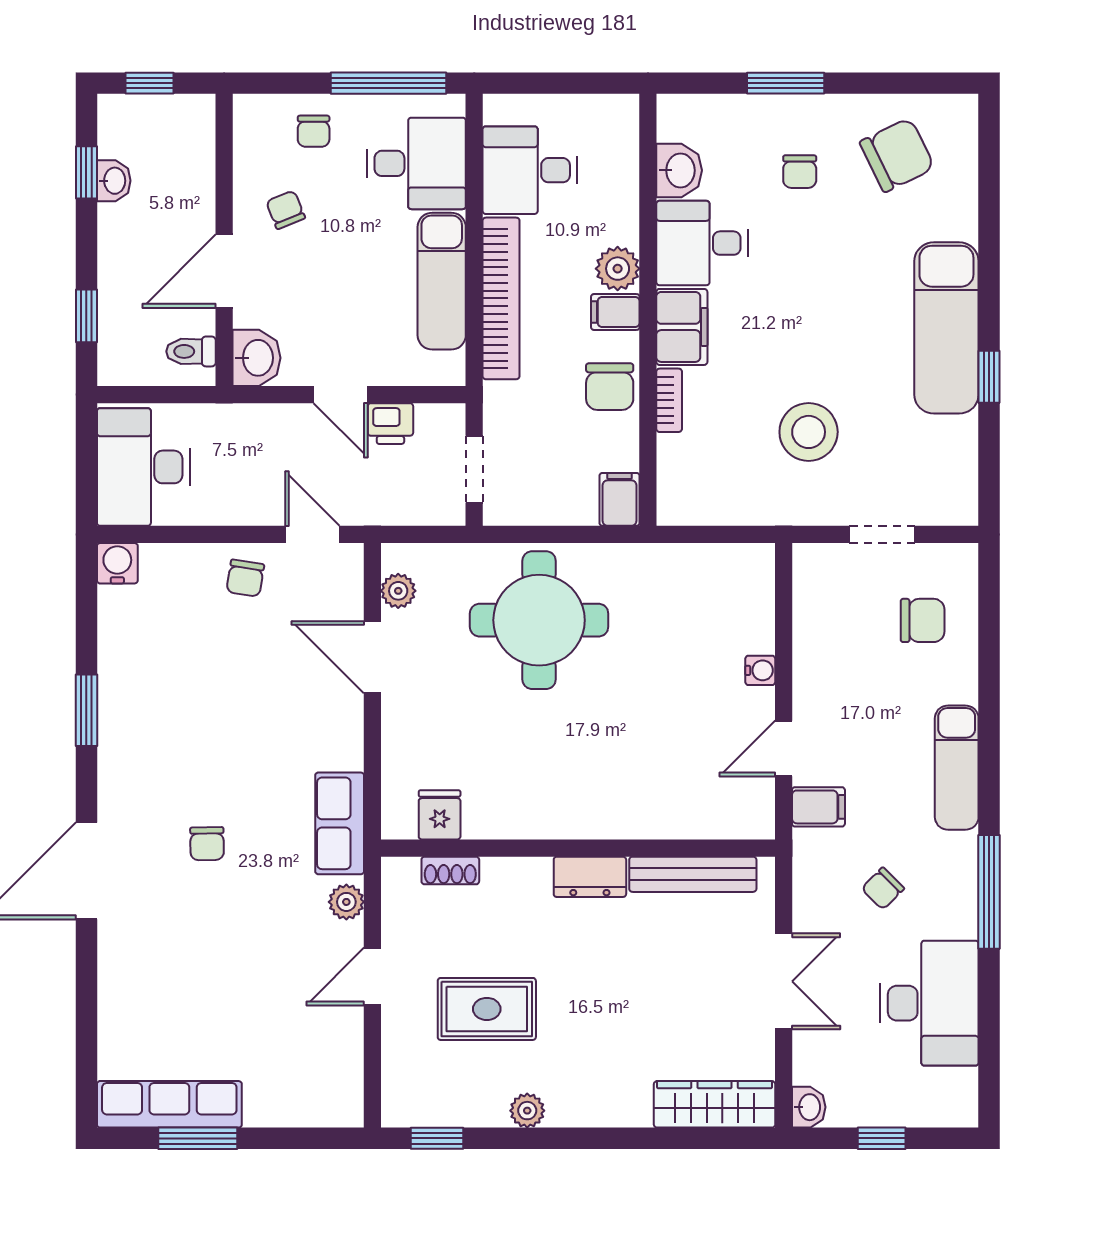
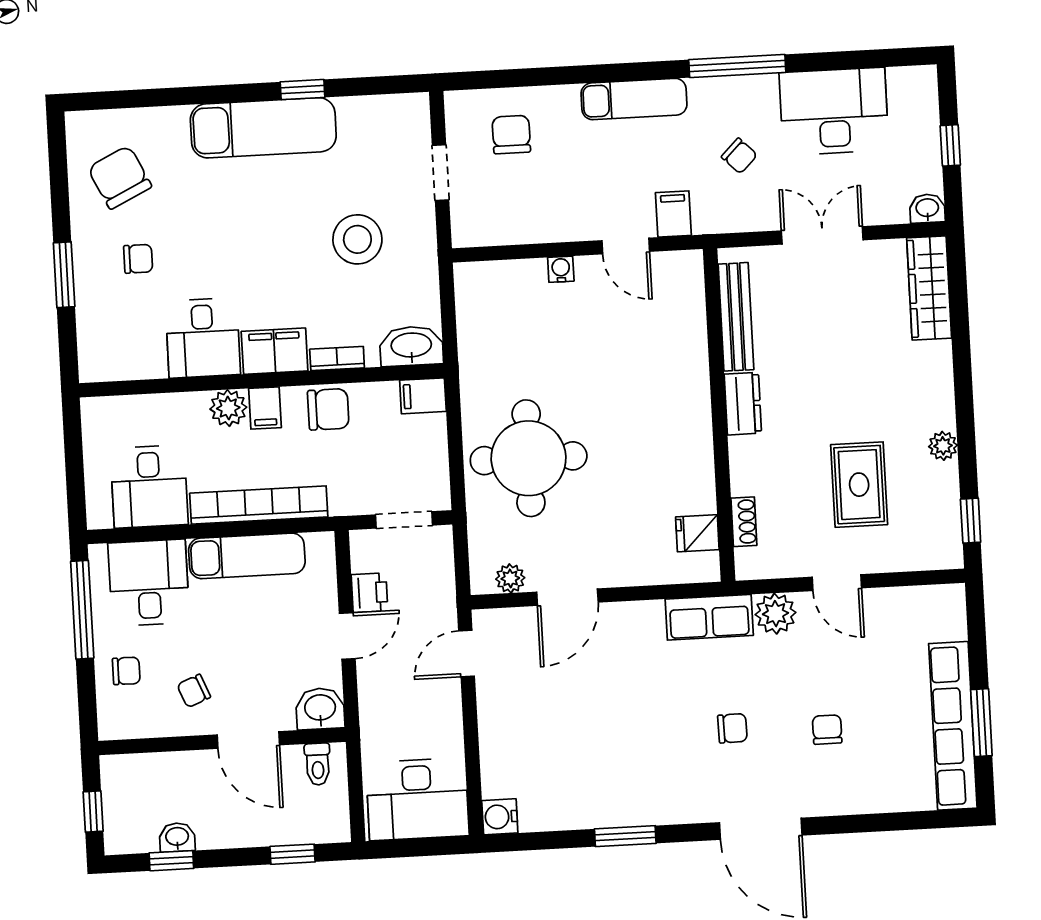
washbasin: (679, 170) -> (411, 346), moved, width x1.38
chair: (245, 578) -> (827, 730), moved, turned -99
plant: (346, 902) -> (776, 614), width x1.38, depth x1.38
row of seats: (169, 1104) -> (953, 726), width x1.36

